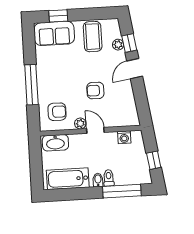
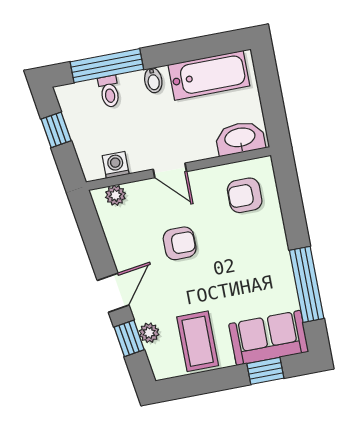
window: (31, 85) -> (307, 284), moved
plant: (80, 123) -> (115, 195), moved
toilet: (109, 178) -> (109, 91), moved

